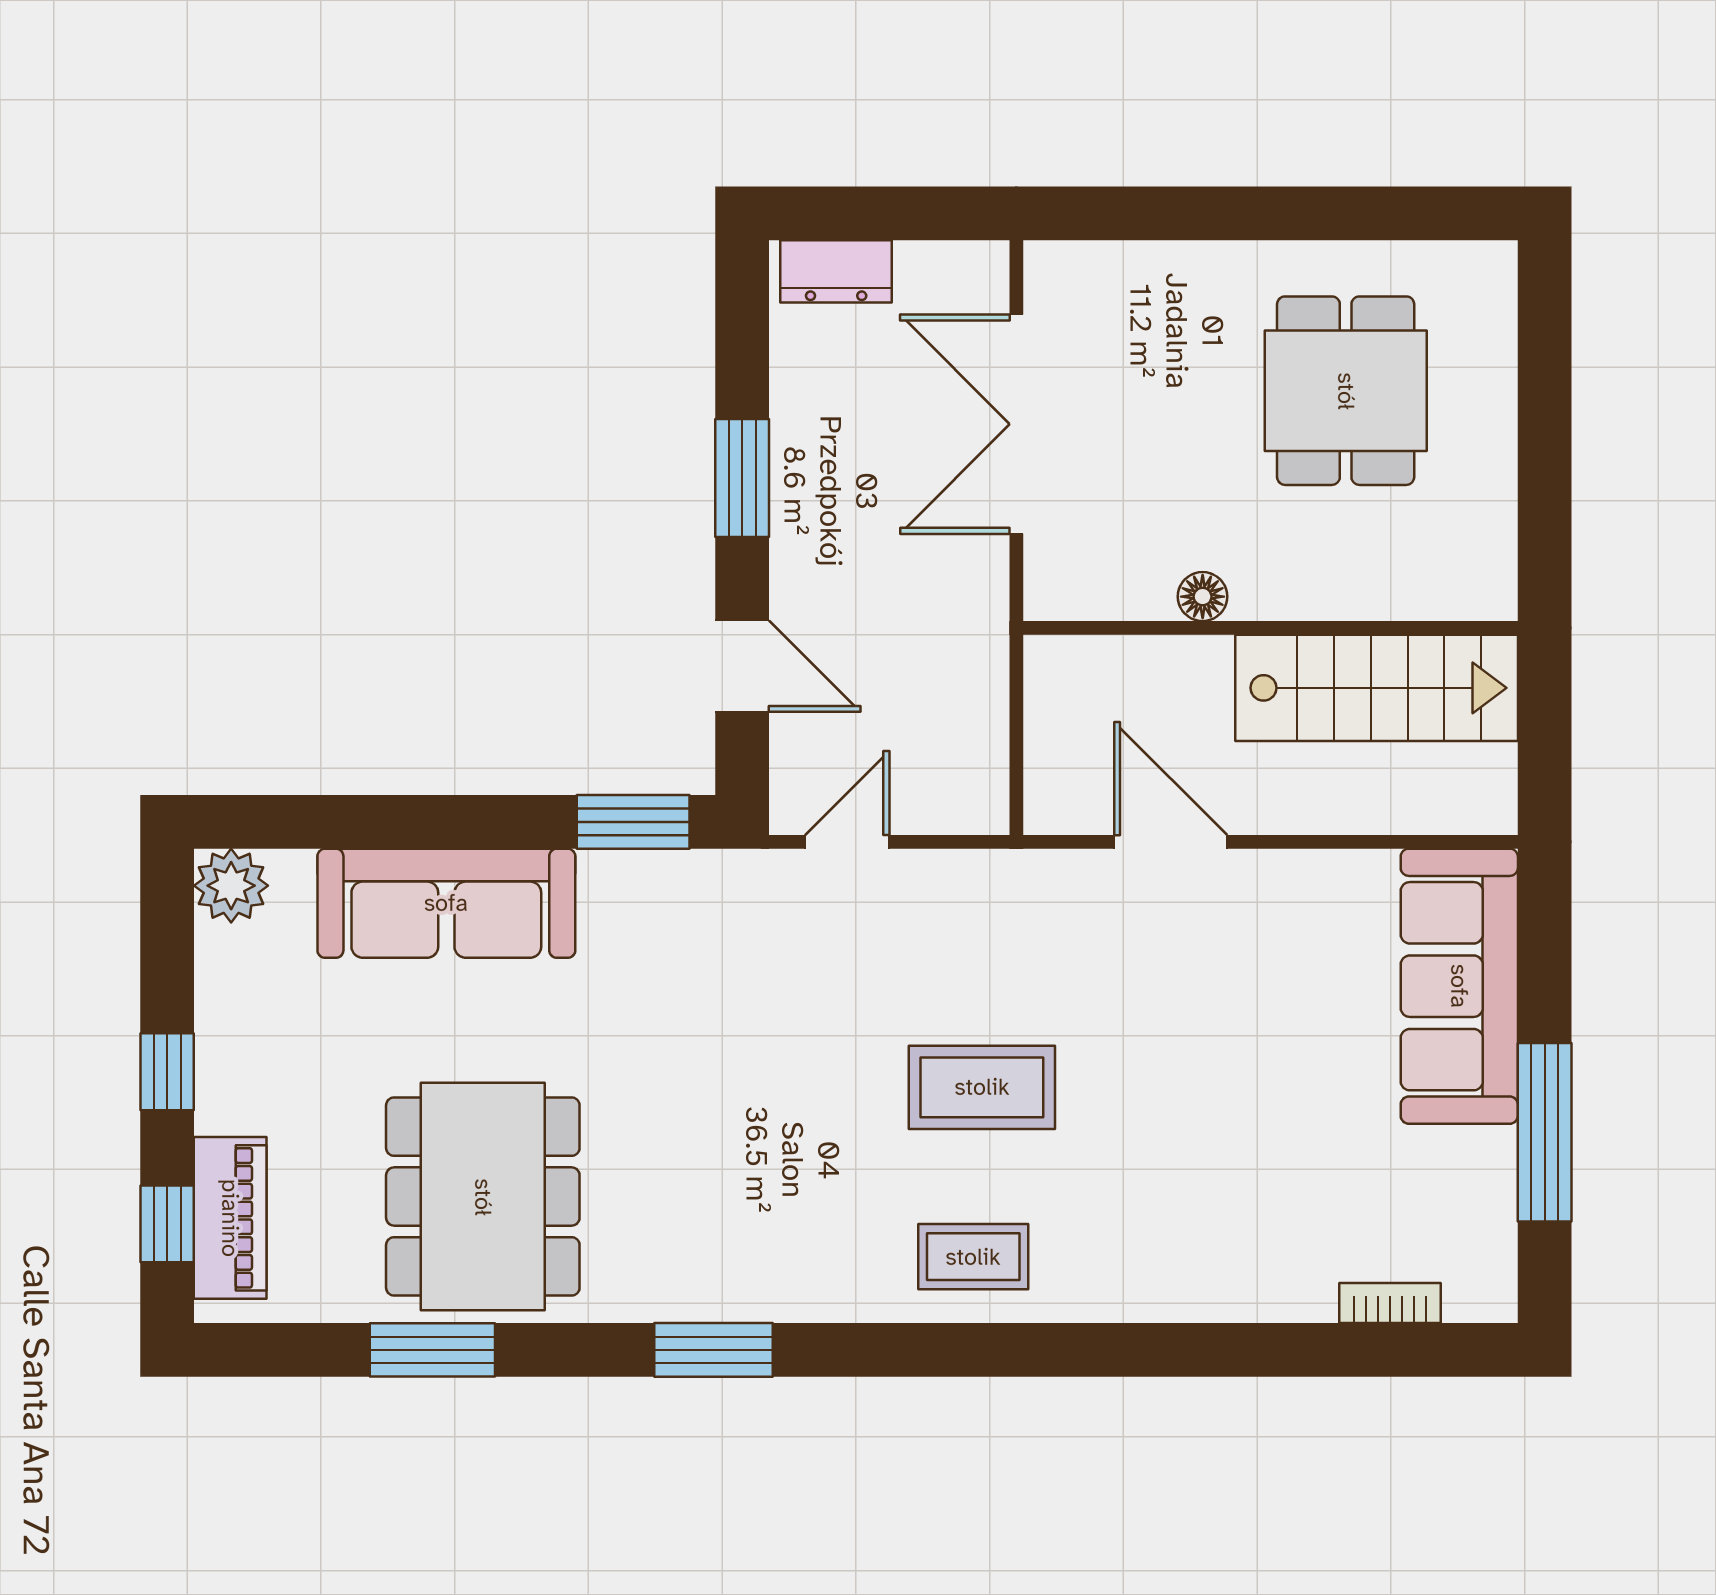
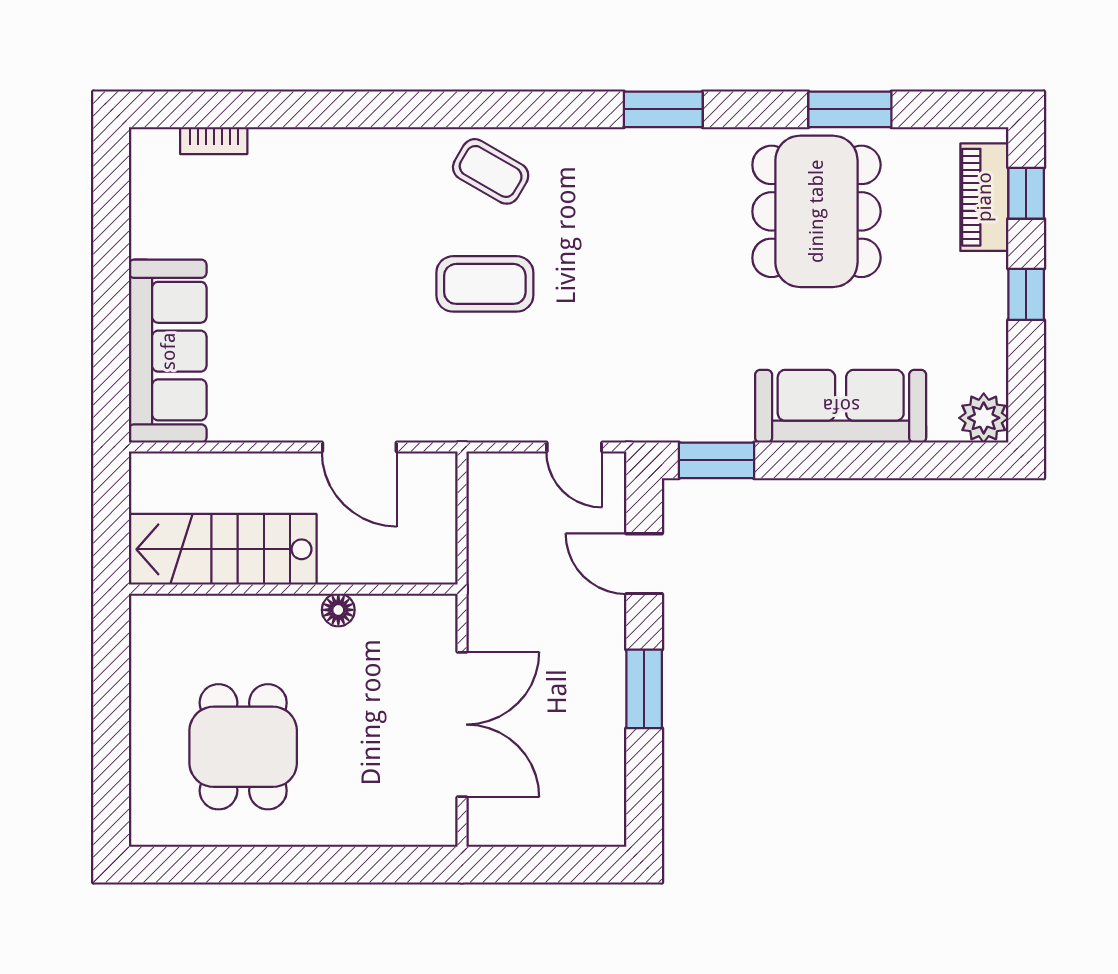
dresser: (836, 271) -> (582, 826), removed
door: (847, 842) -> (574, 447), hinge flipped
window: (1545, 1132) -> (111, 254), removed
coffee table: (973, 1257) -> (491, 171), turned 30

